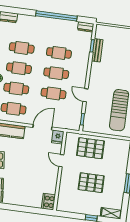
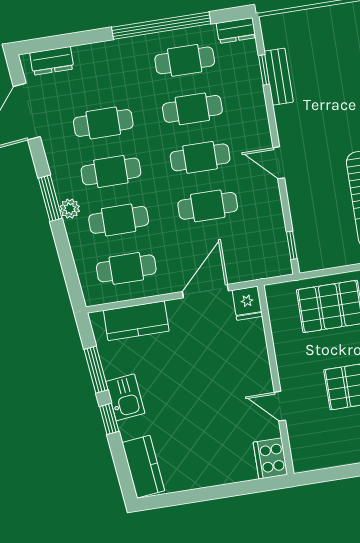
cafe table: (62, 33) -> (185, 60), added
door: (86, 95) -> (279, 163), moved
door: (61, 161) -> (280, 406), moved

